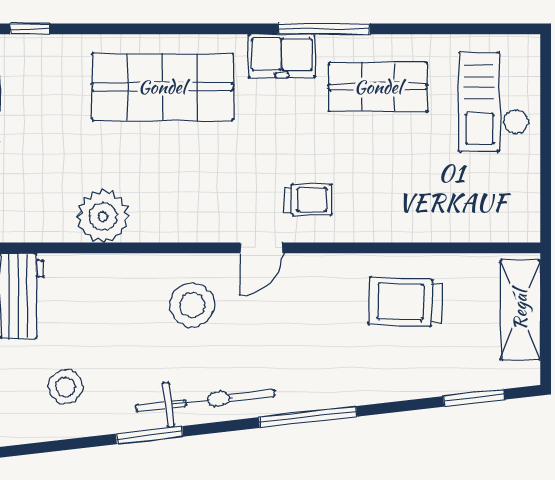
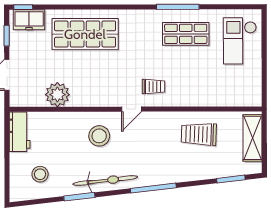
window: (324, 29) -> (178, 7), moved
freezer: (282, 56) -> (29, 20), moved

